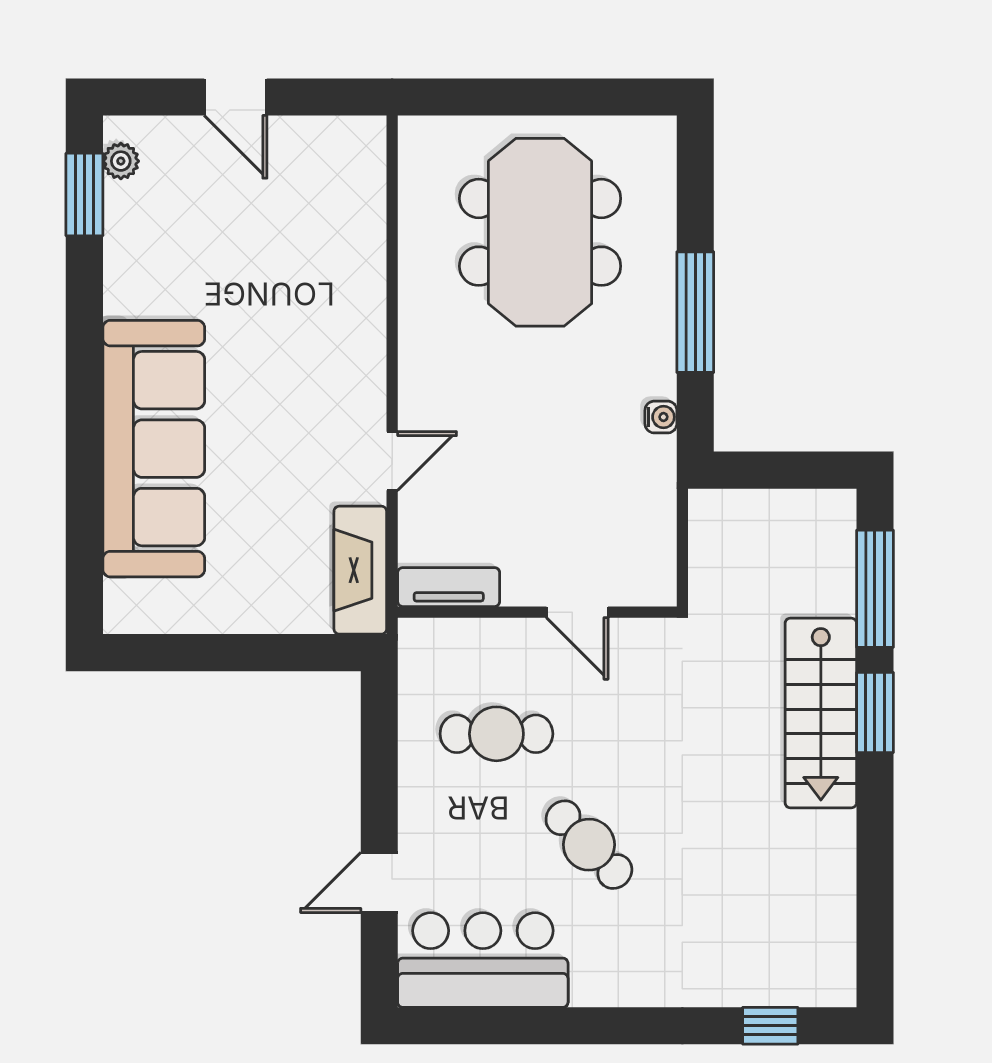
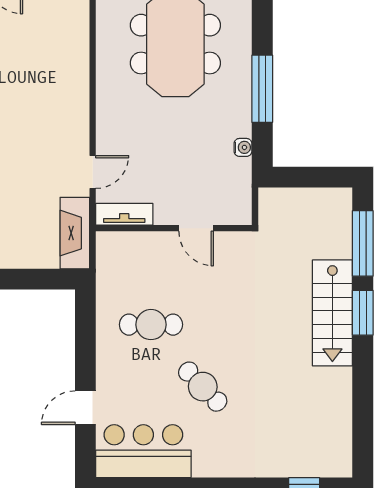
tv unit: (449, 587) -> (124, 214), moved
wall: (537, 612) -> (174, 228), moved
door: (577, 612) -> (196, 228), moved

